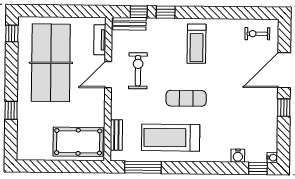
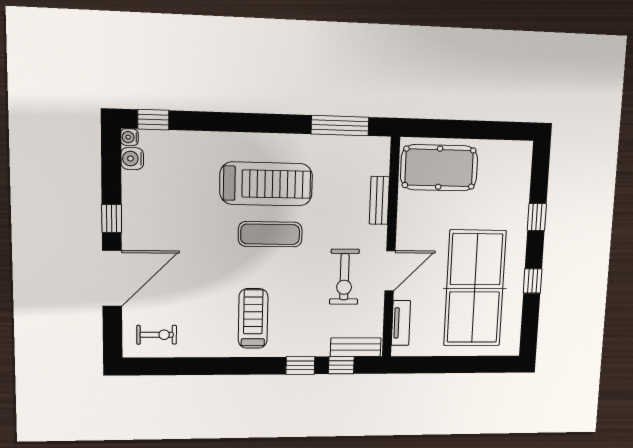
window: (12, 33) -> (533, 281), moved
bench: (116, 135) -> (379, 200), moved
treadmill: (171, 138) -> (266, 184), moved
water cooler: (238, 156) -> (132, 159), moved, turned -90

